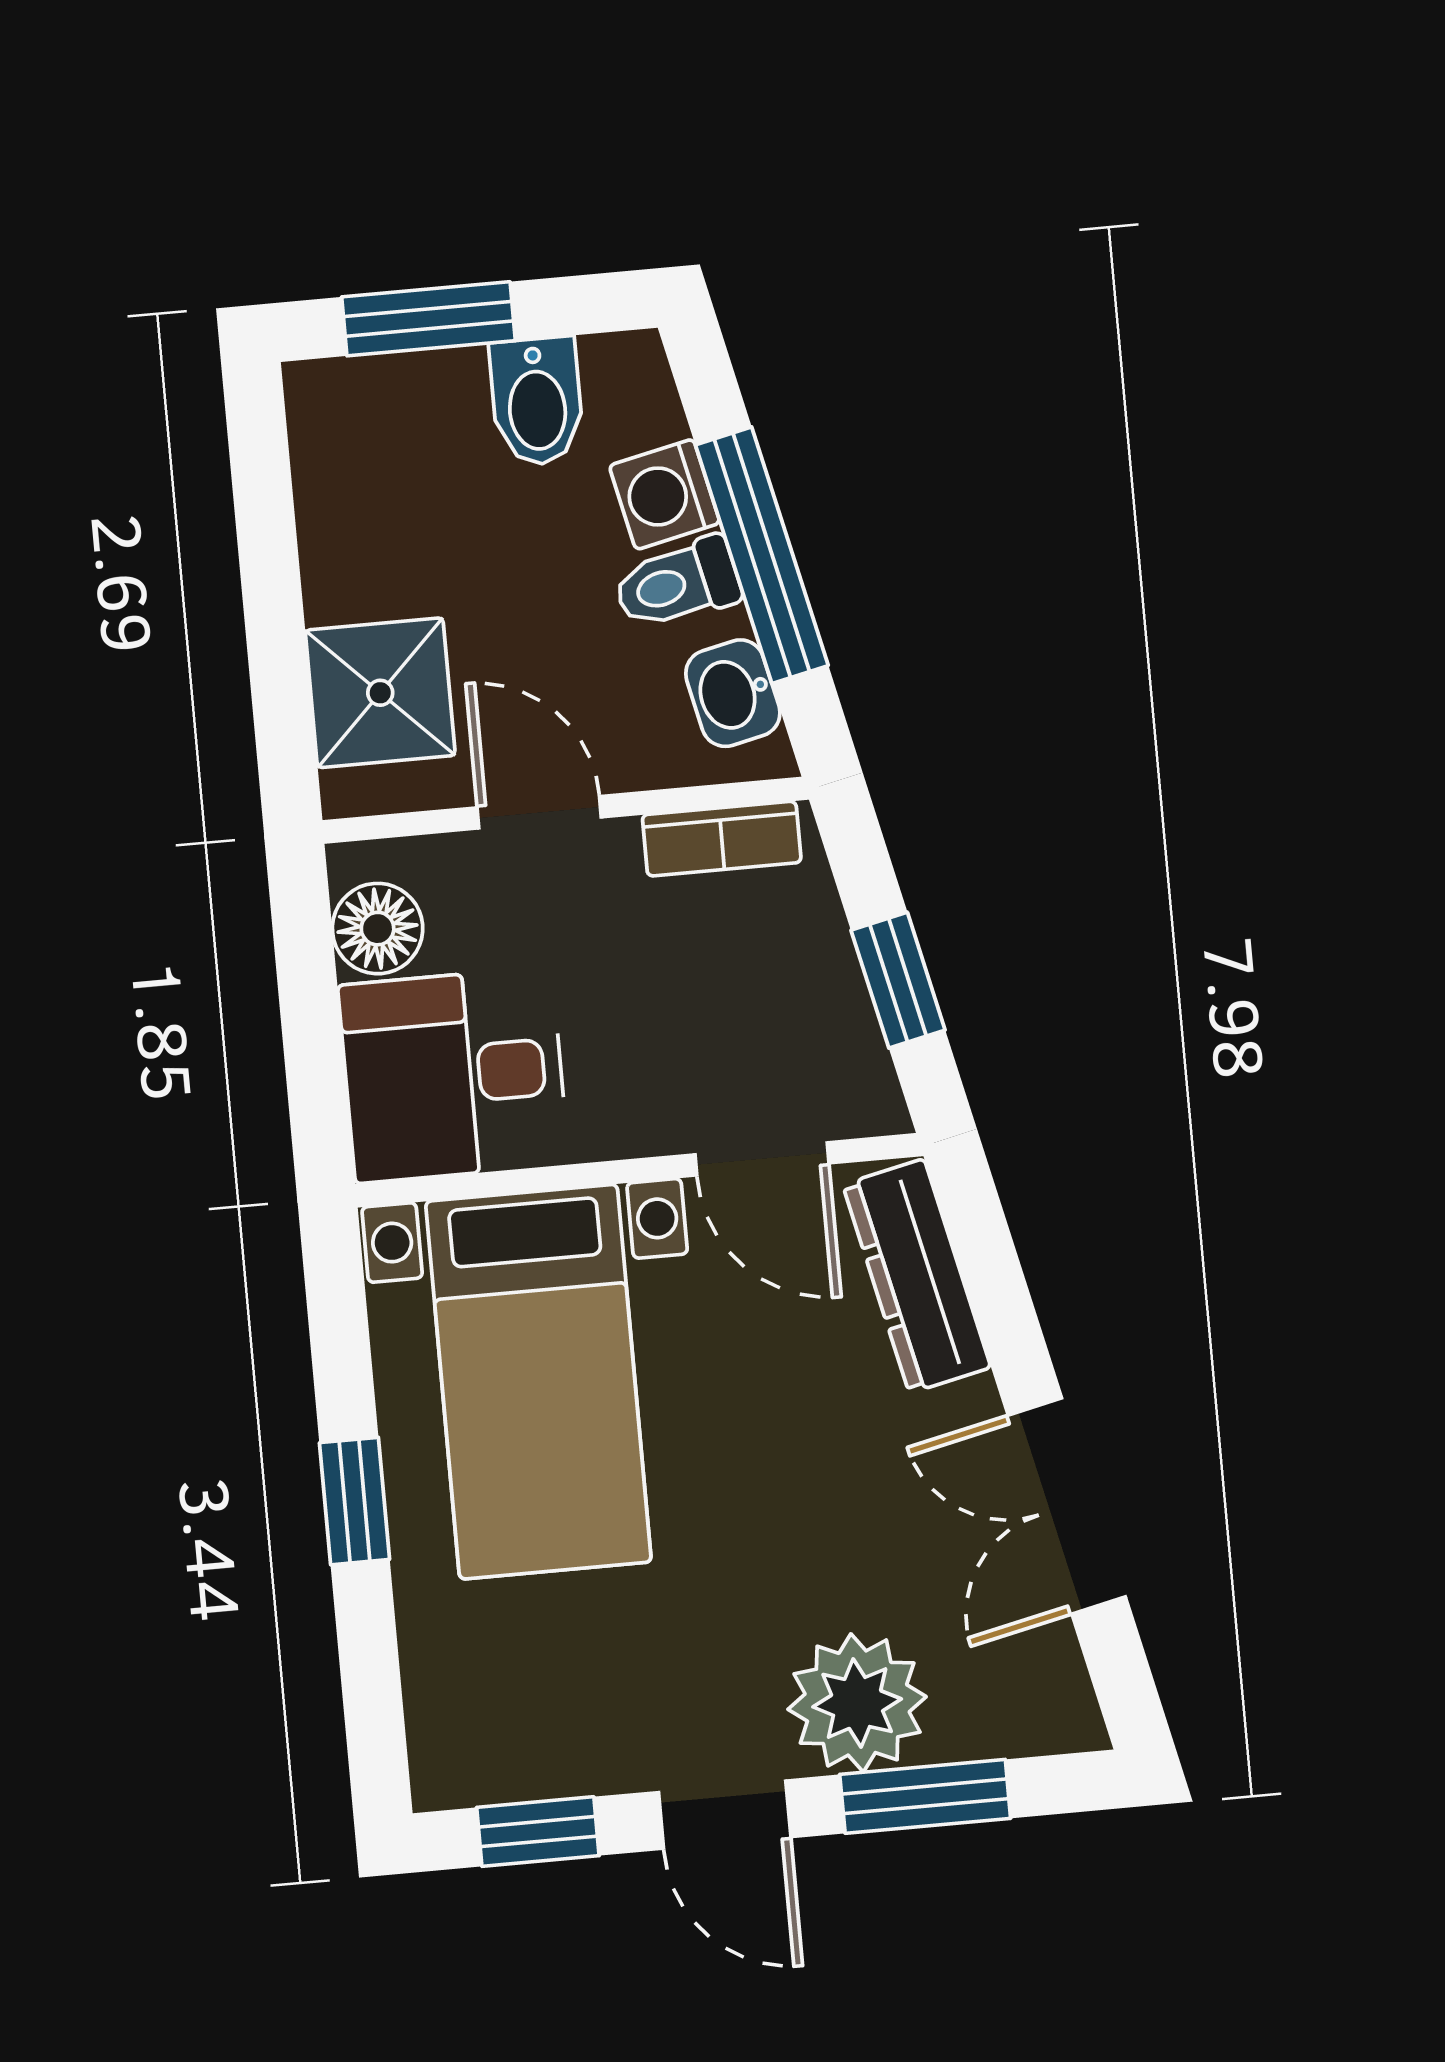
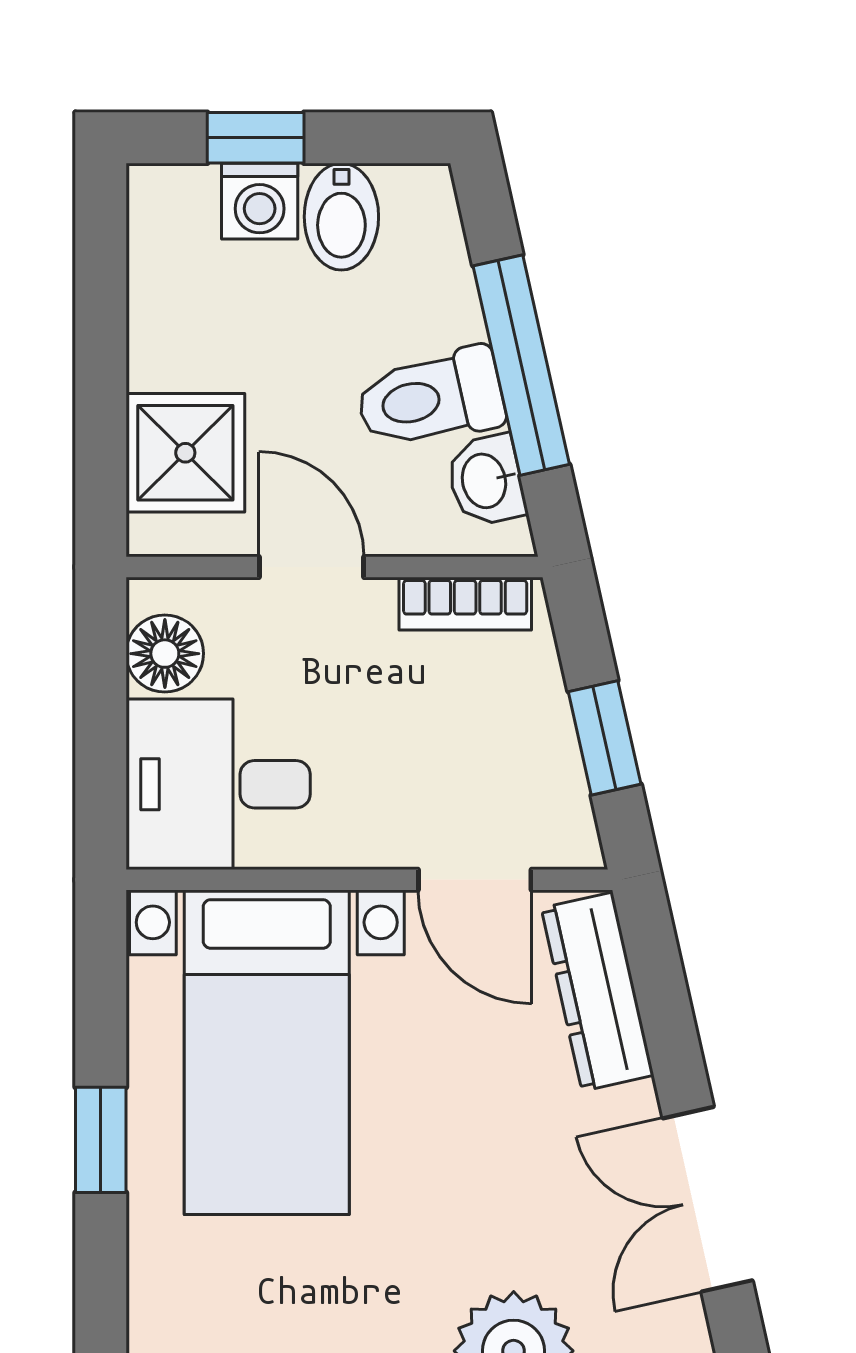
window: (429, 319) -> (256, 138), width x0.67
washing machine: (665, 494) -> (260, 201), moved, turned -77
toilet: (677, 584) -> (430, 398), width x1.37, depth x1.39

